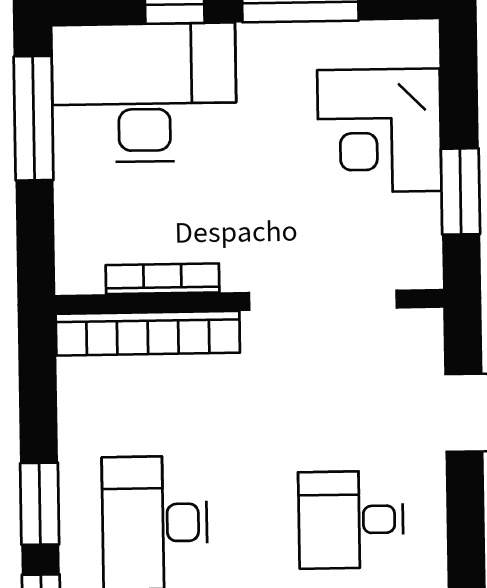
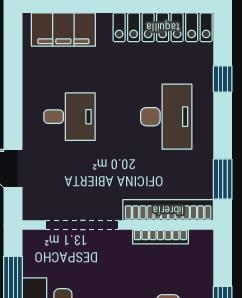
window: (40, 504) -> (223, 179), moved

